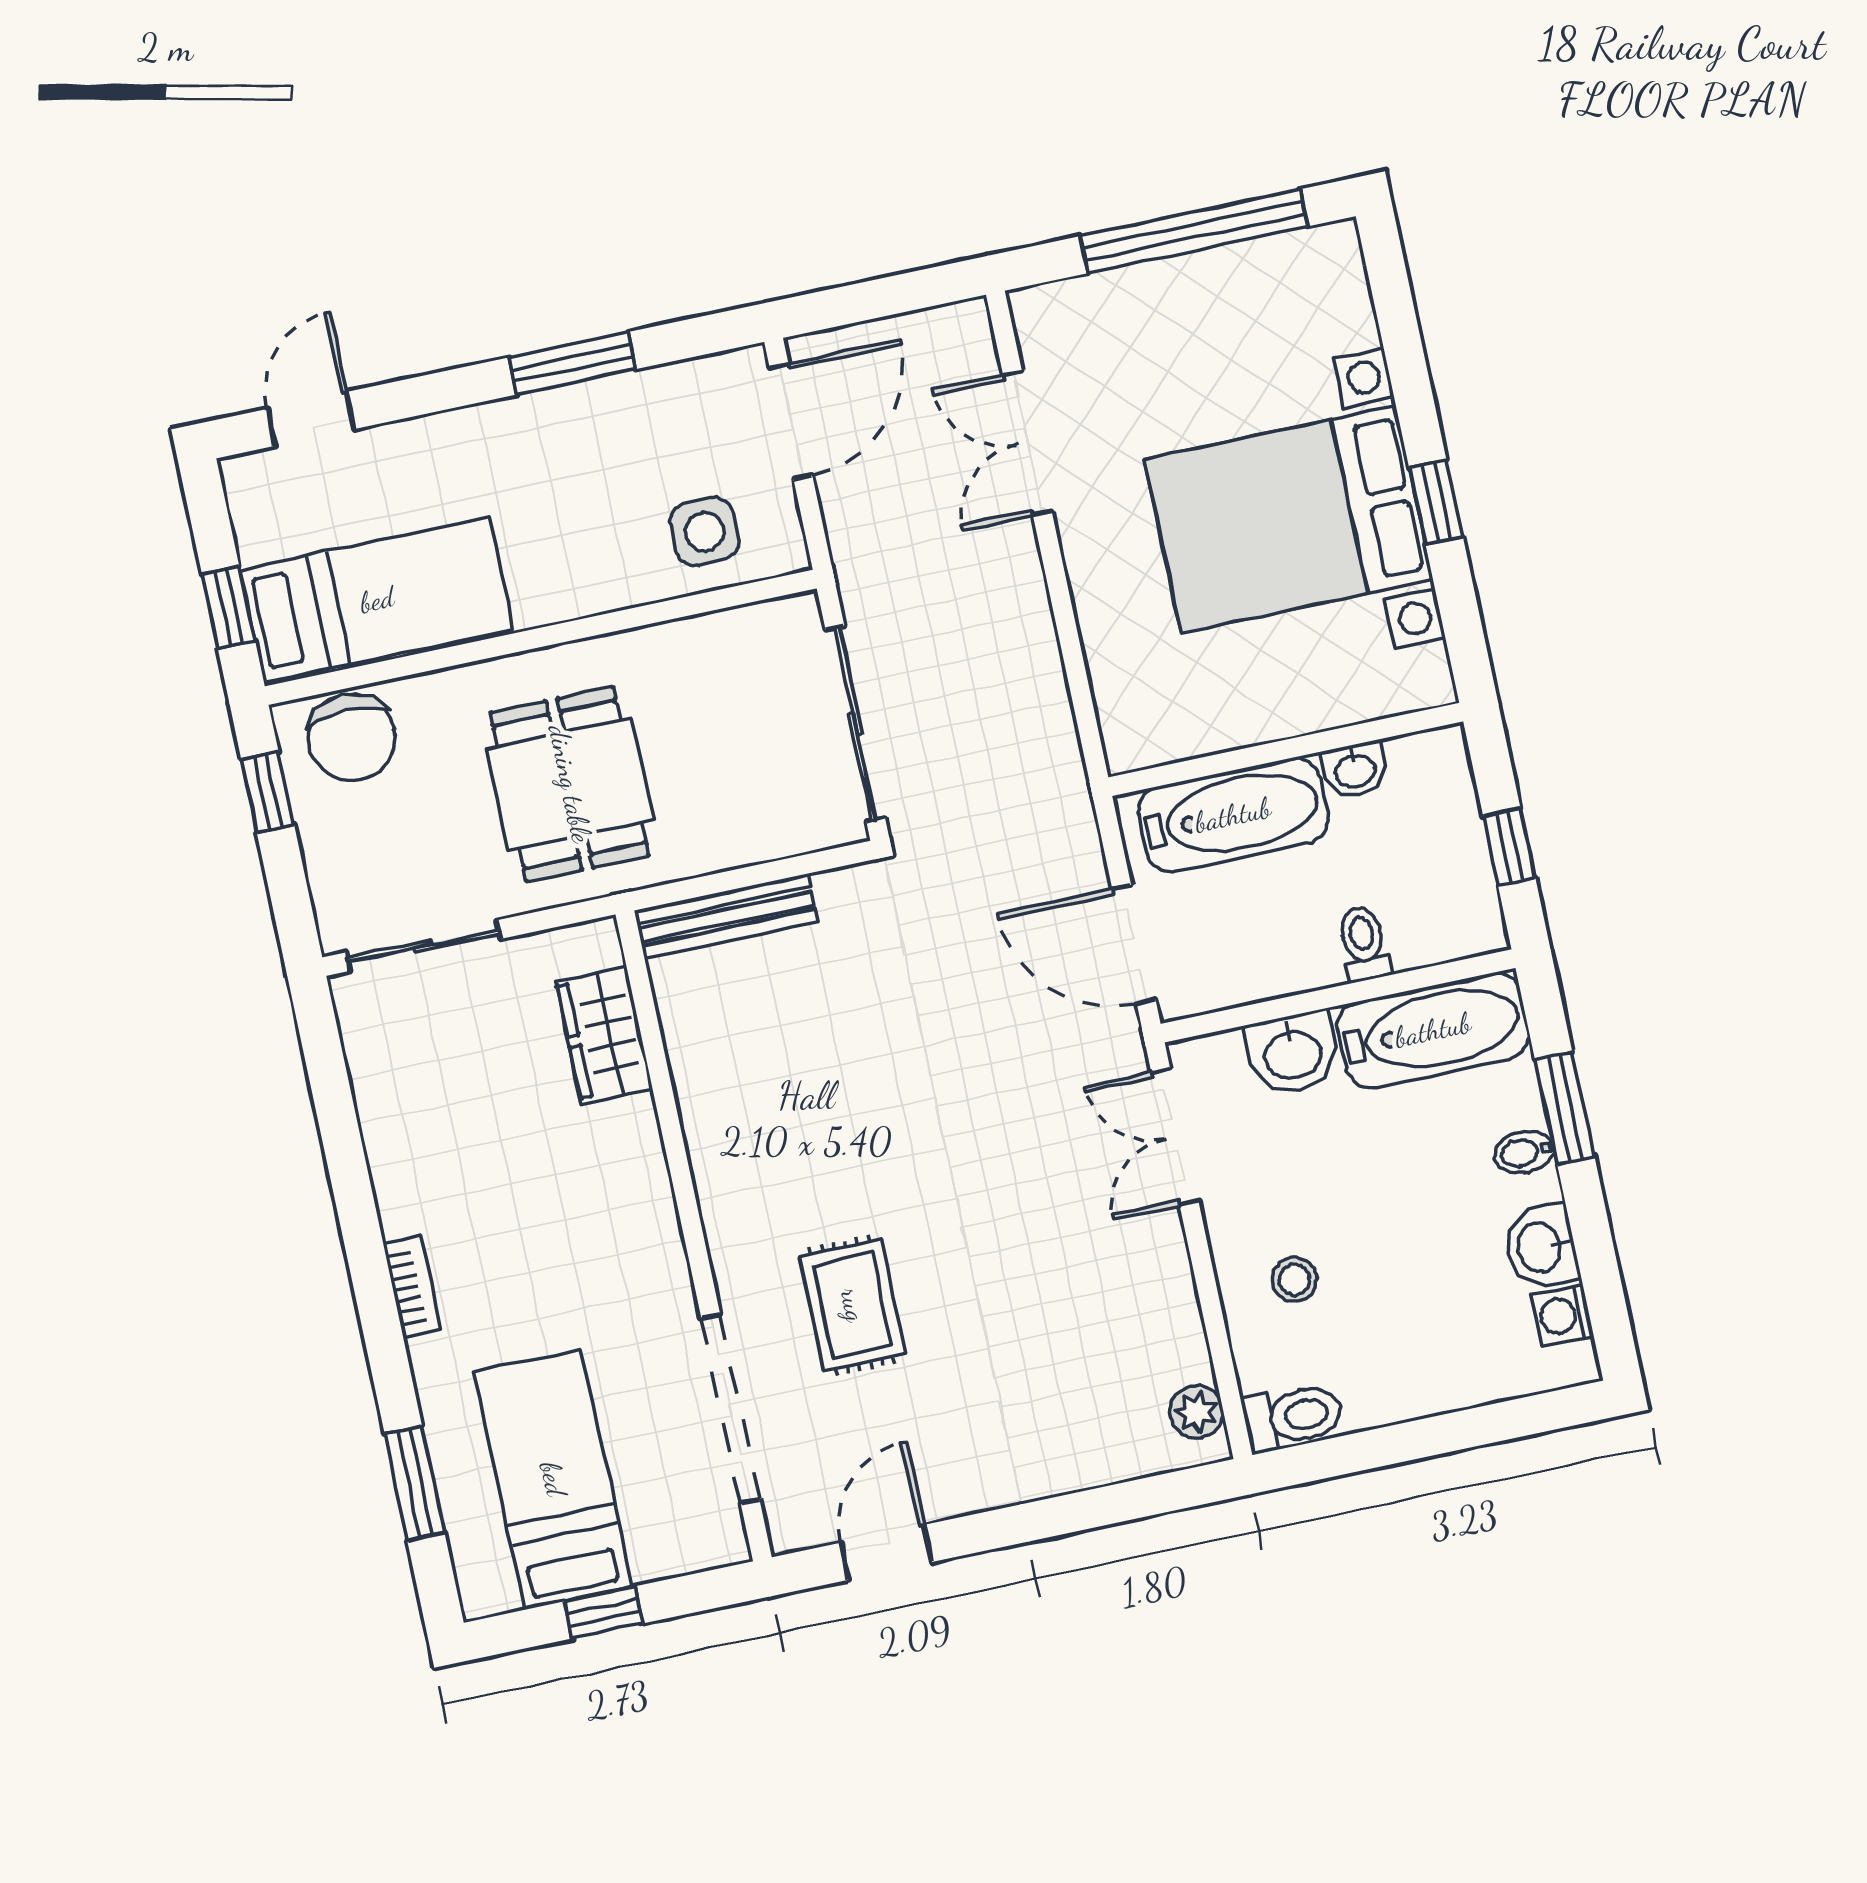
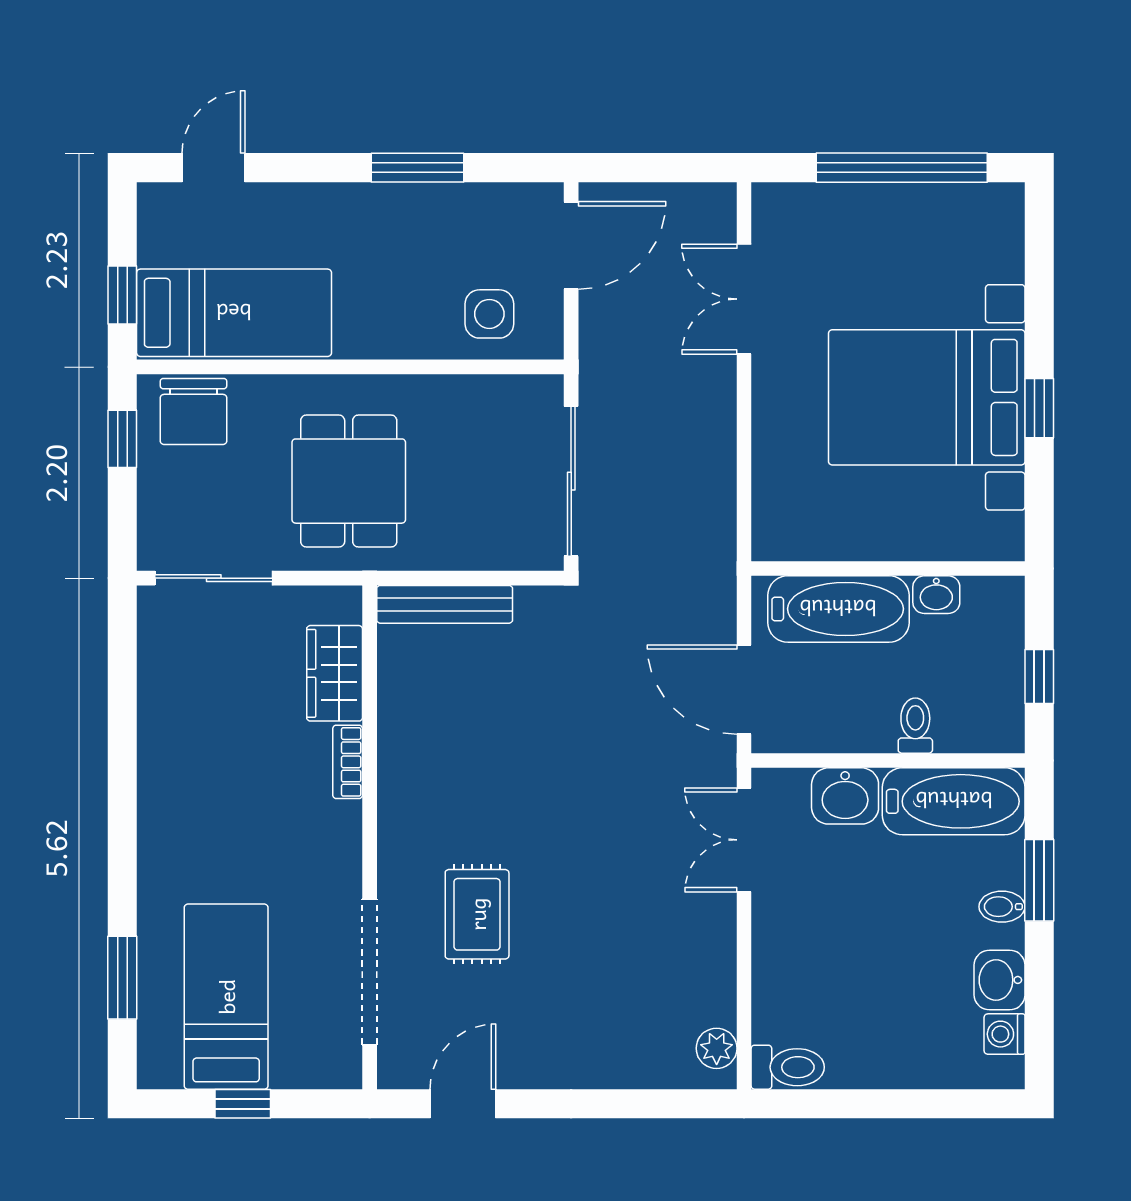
stool: (1294, 1279) -> (811, 965), removed
bookcase: (412, 1287) -> (348, 762), moved, turned 180

